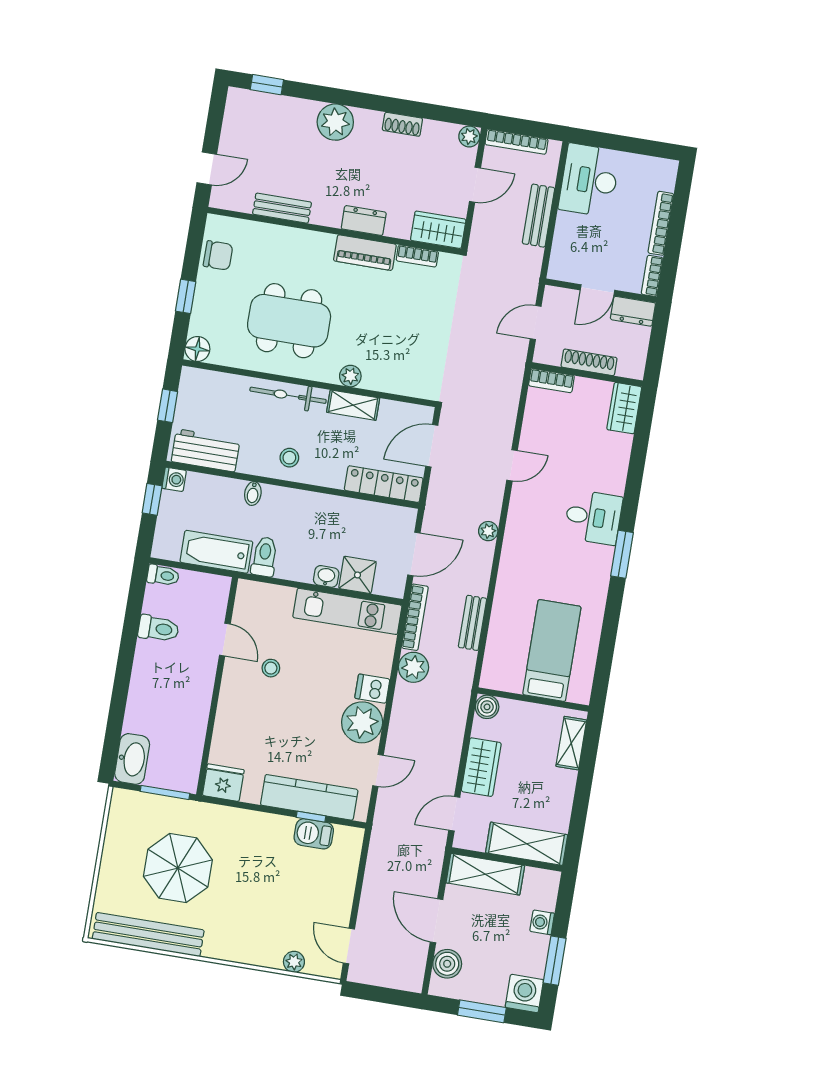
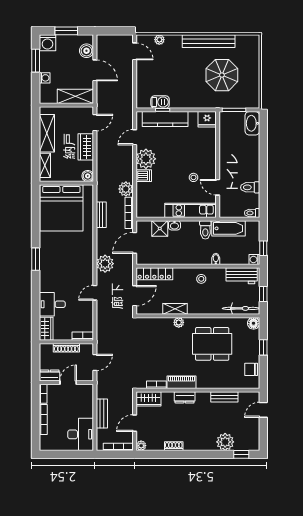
plant: (335, 122) -> (225, 442), moved
bicycle: (288, 395) -> (241, 308), moved
desk: (593, 517) -> (52, 304), moved
plant: (488, 531) -> (105, 264), width x1.88, depth x1.88
kitchen unit: (347, 611) -> (191, 210), moved
bed: (552, 650) -> (61, 208), width x2.04
shelving: (527, 844) -> (47, 133), moved, turned 90
bench: (148, 935) -> (209, 41), moved

